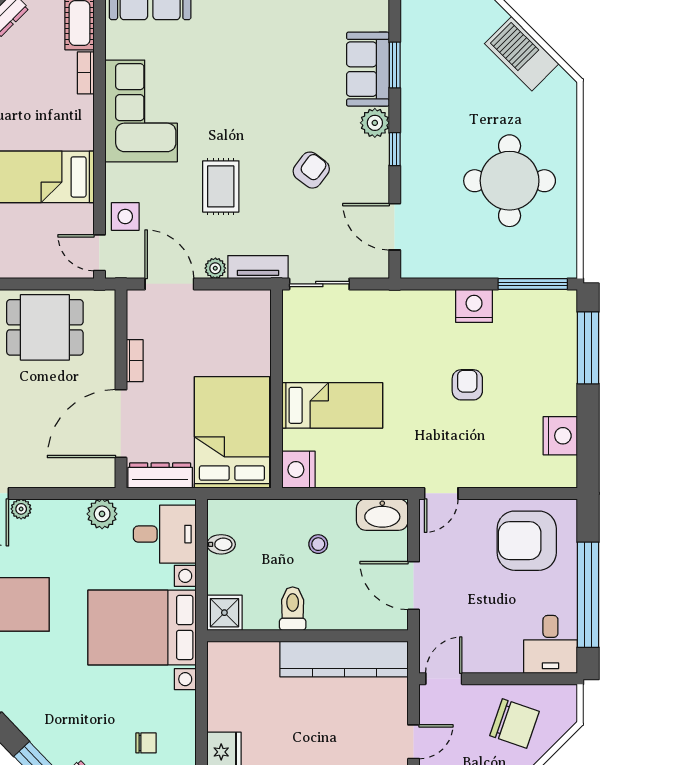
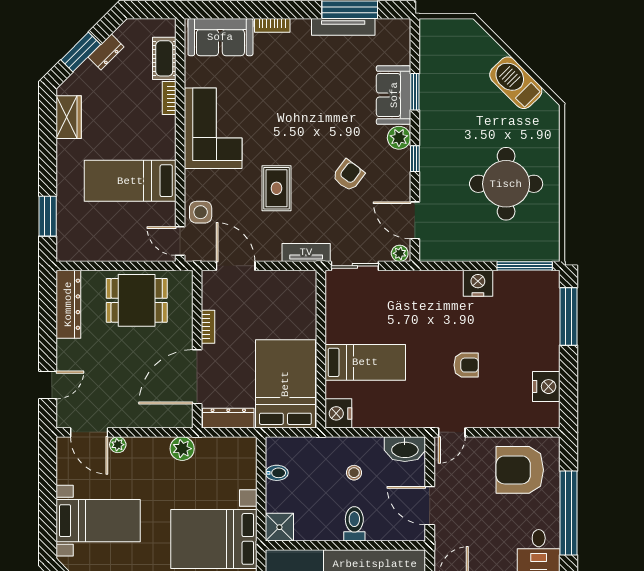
plant: (215, 268) -> (400, 253), moved
armchair: (467, 385) -> (466, 365), moved, turned 90
desk: (165, 534) -> (232, 465), removed
toilet: (293, 609) -> (354, 524), moved

